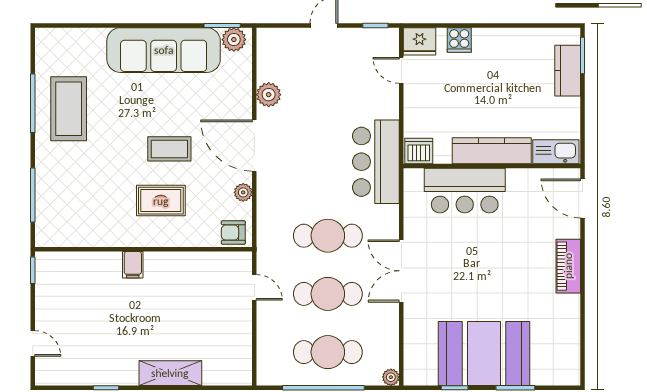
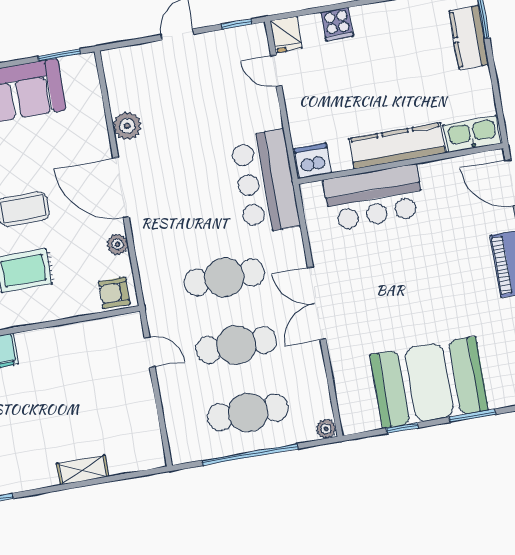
plant: (234, 40) -> (76, 69), removed
fridge: (420, 41) -> (286, 35), width x0.72
shelving: (170, 373) -> (82, 470), width x0.67, depth x0.75

